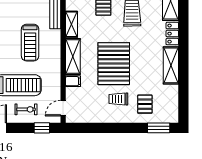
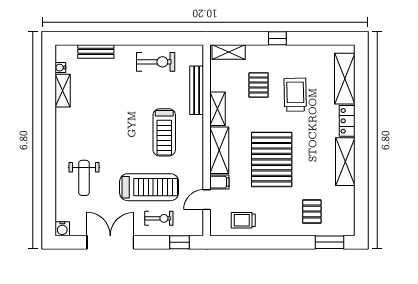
trolley: (118, 99) -> (243, 220), moved
door: (63, 108) -> (207, 200), moved

